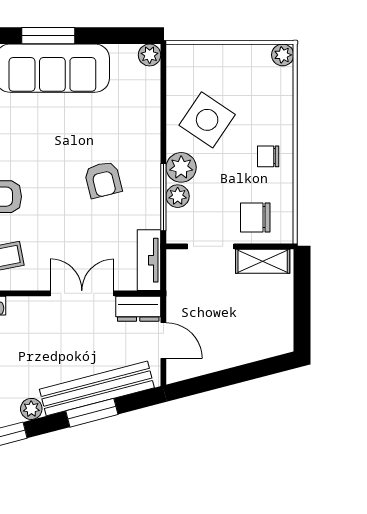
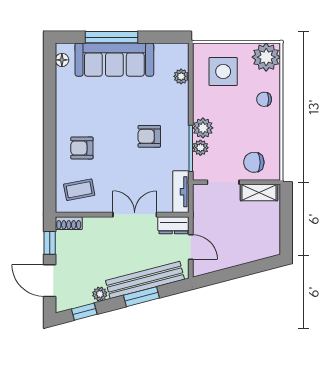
window: (48, 36) -> (112, 37), width x1.44
plant: (150, 55) -> (181, 76), moved
plant: (283, 55) -> (266, 57), width x1.88, depth x1.88
side table: (207, 120) -> (223, 71), moved, turned -34
chair: (268, 156) -> (264, 99), moved
armchair: (103, 180) -> (149, 136), turned 104

